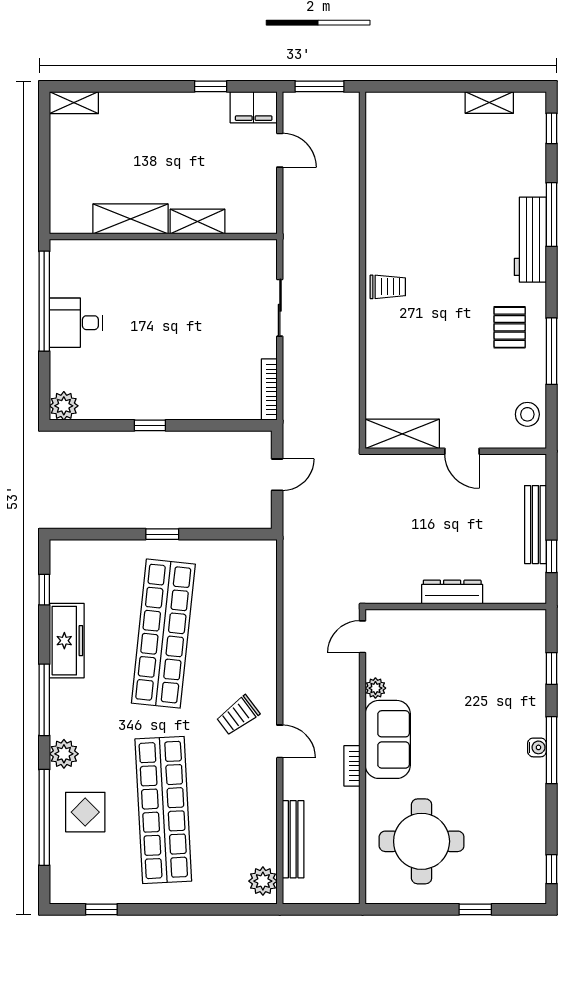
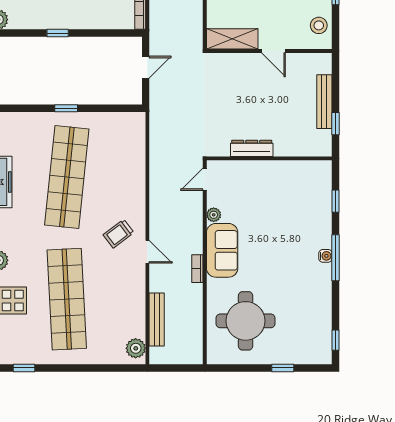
dresser: (452, 592) -> (252, 148), moved

